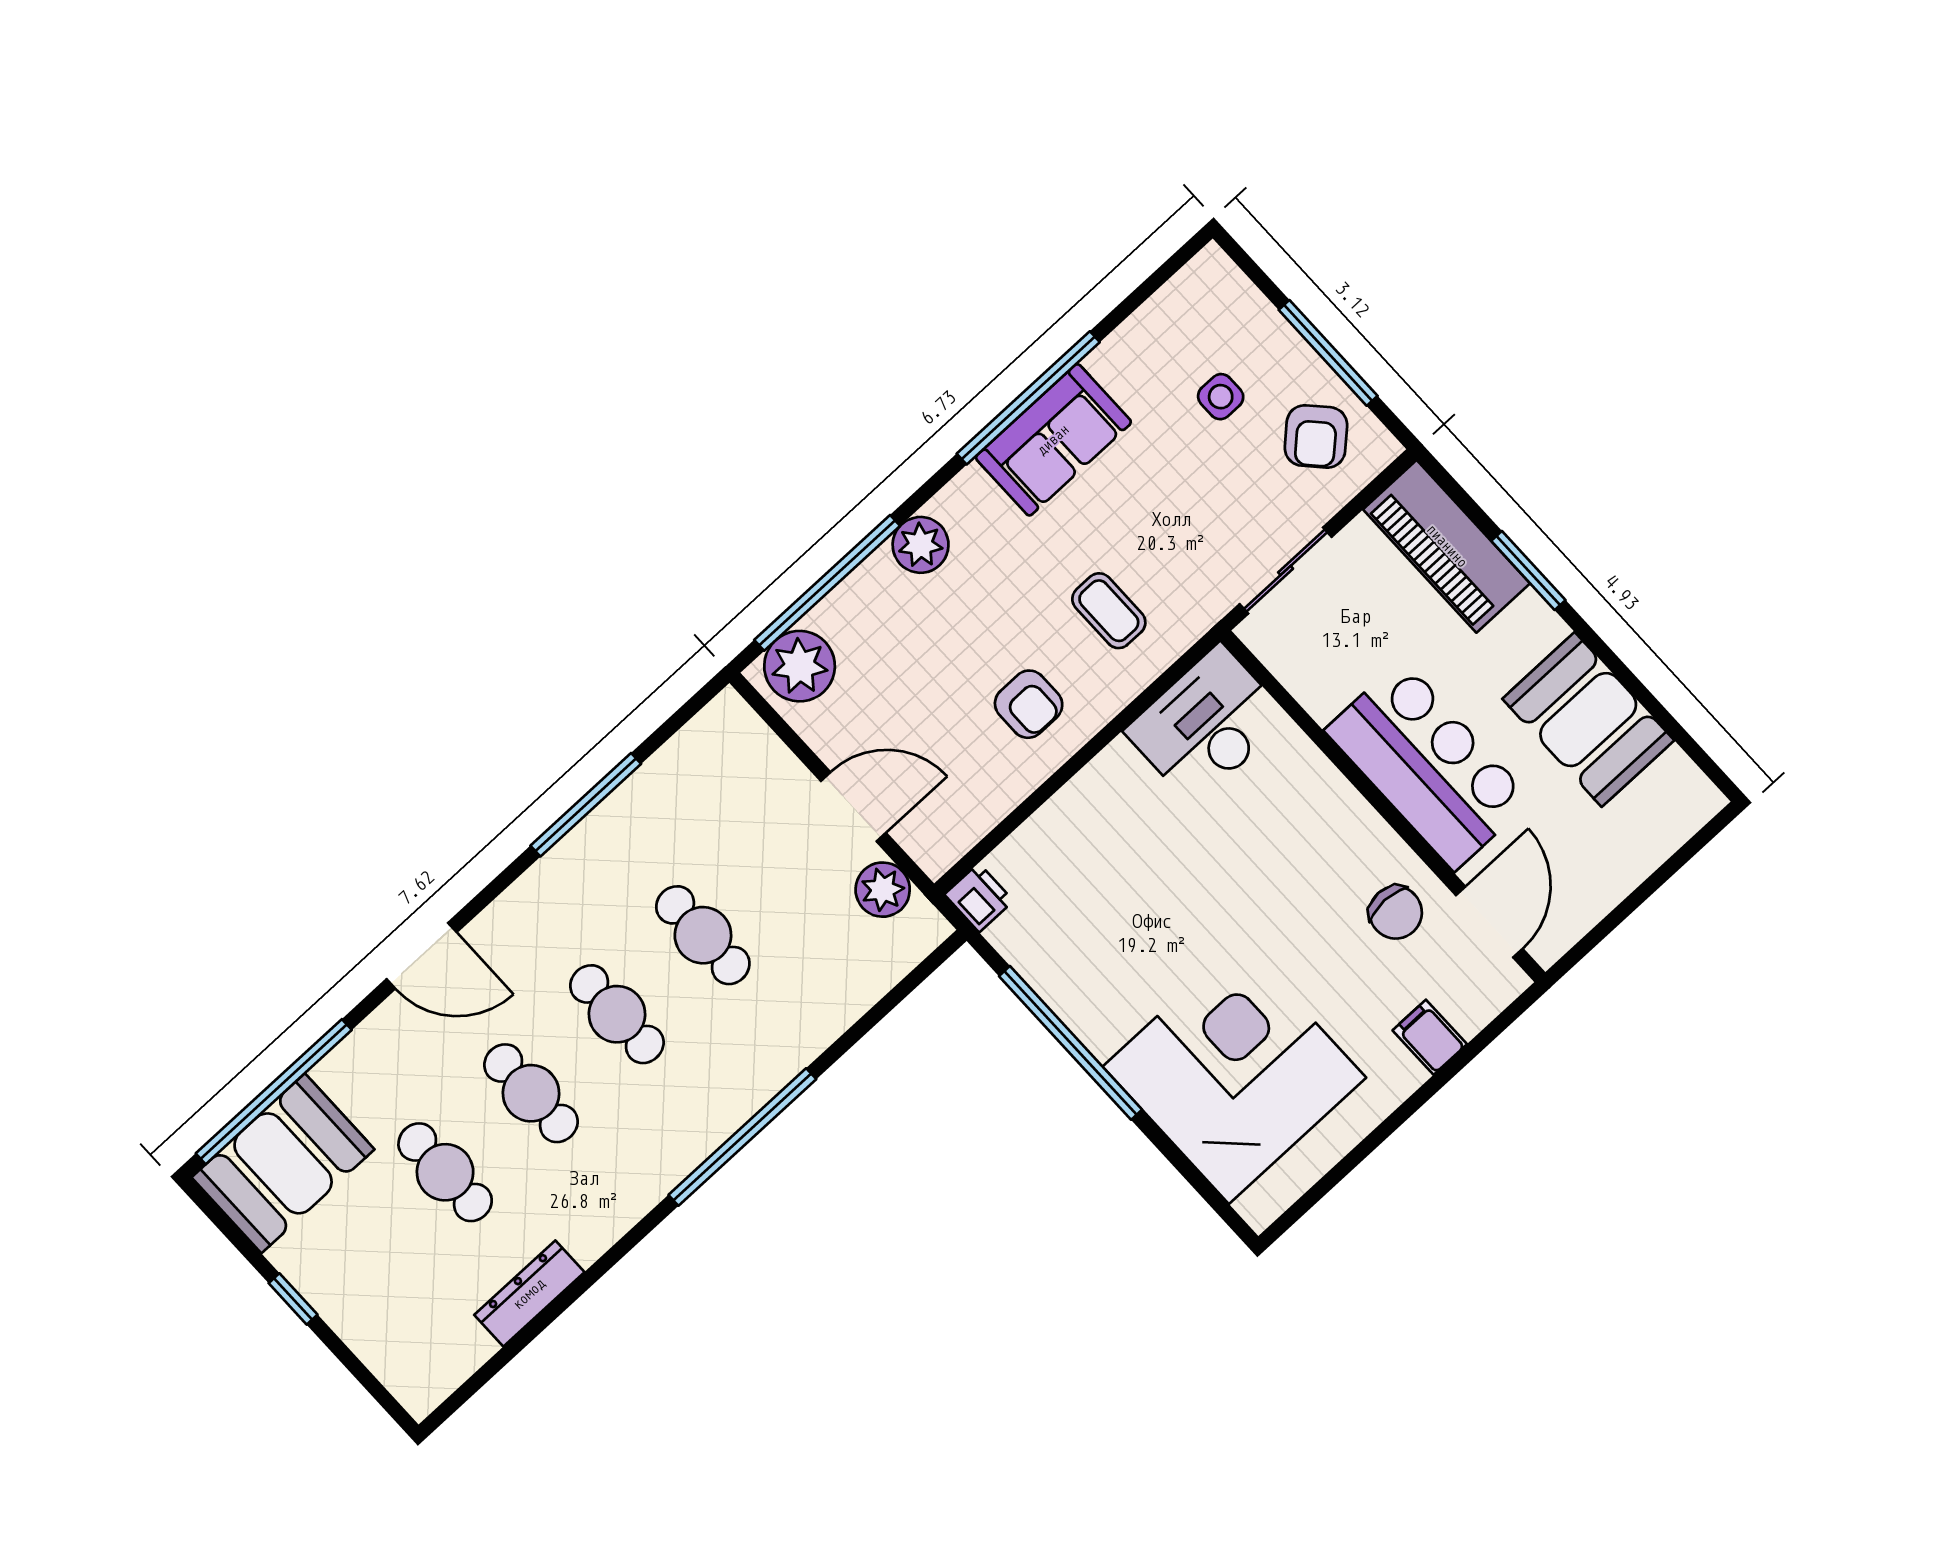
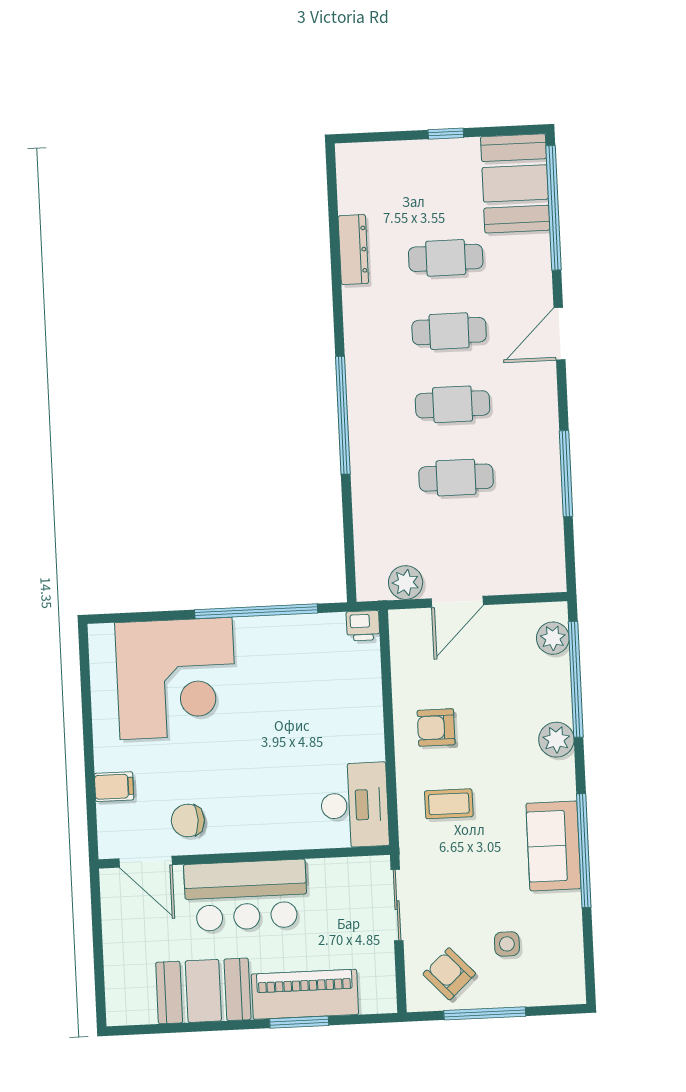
piano: (1447, 546) -> (305, 994), moved
plant: (800, 666) -> (553, 638), width x0.73, depth x0.73

